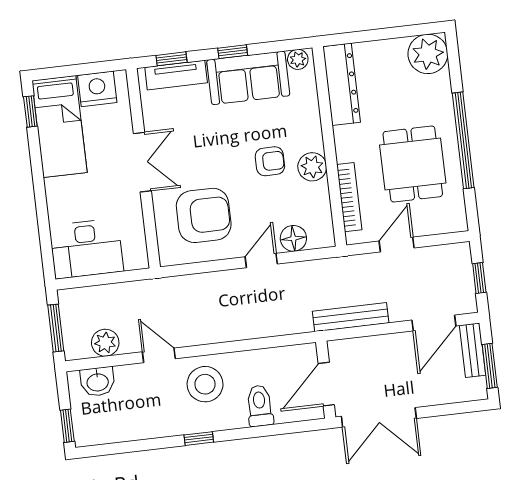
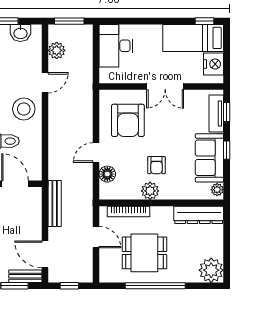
door: (261, 260) -> (96, 153), swing flipped
washbasin: (98, 382) -> (20, 33), moved, turned -90

